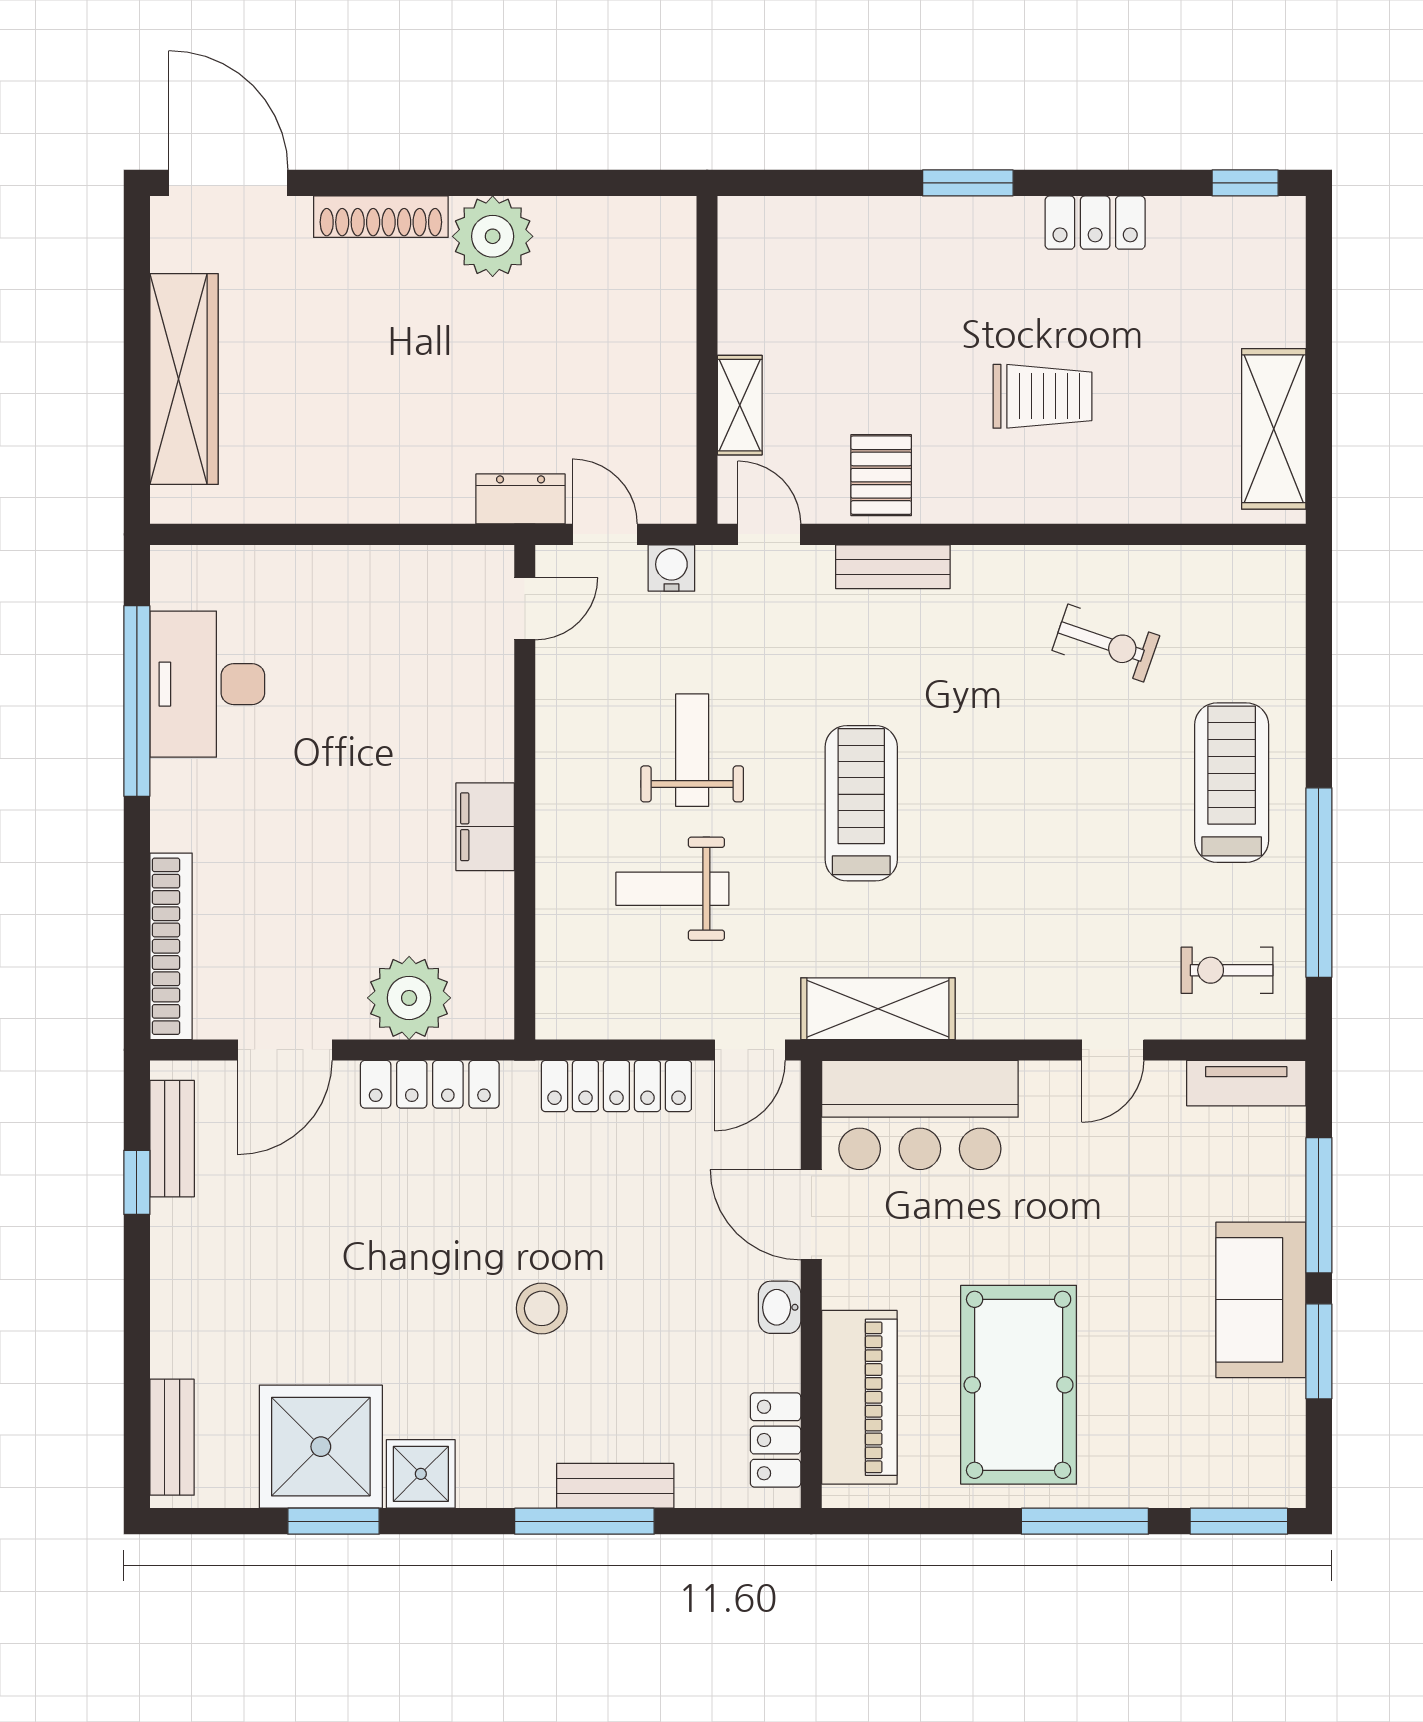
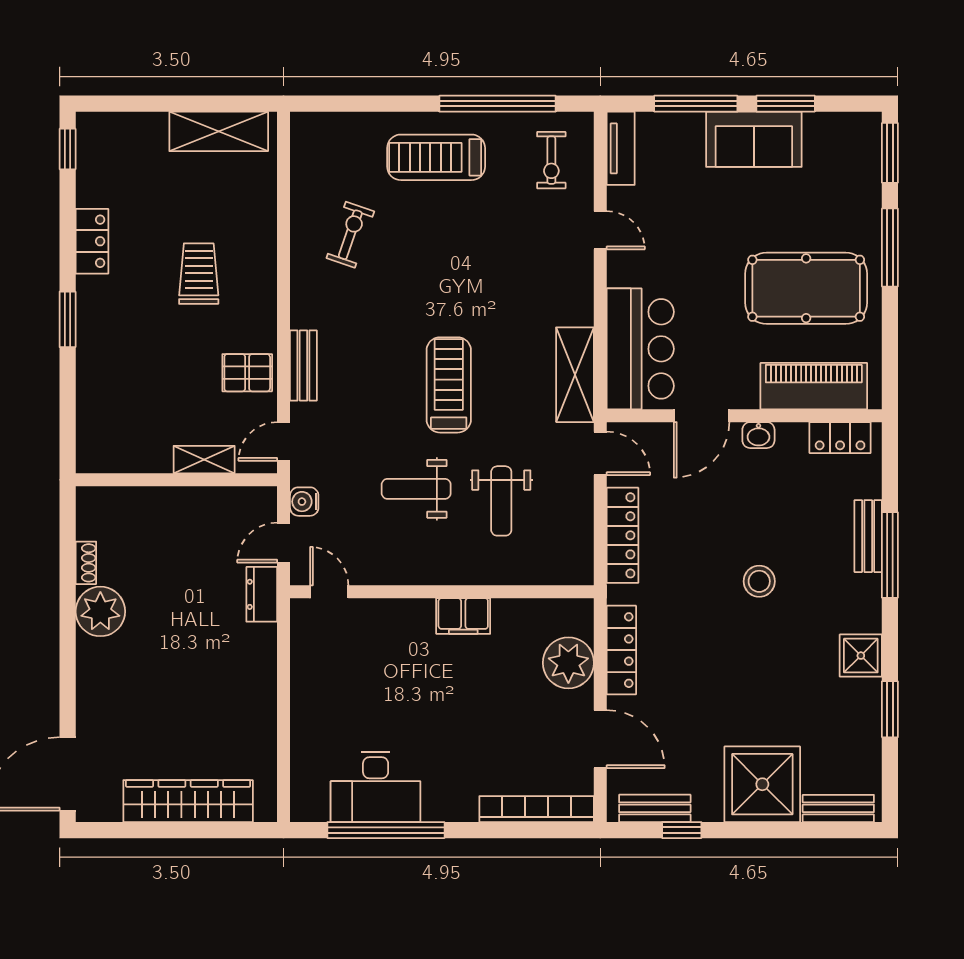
shoe rack: (381, 217) -> (86, 563), moved, width x0.51, depth x0.81
treadmill: (861, 803) -> (449, 385), turned 90
shower: (321, 1447) -> (762, 784), moved

